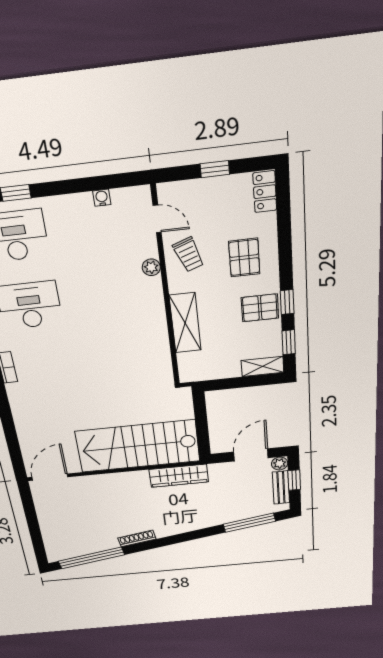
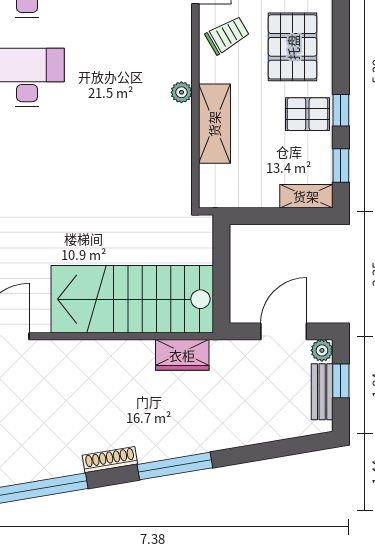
trolley: (189, 255) -> (227, 35), turned -100
pallet: (244, 258) -> (293, 47), width x1.50, depth x1.42
plant: (151, 267) -> (181, 92), moved
wardrobe: (179, 476) -> (182, 355), width x0.67
window: (249, 523) -> (175, 466), moved

